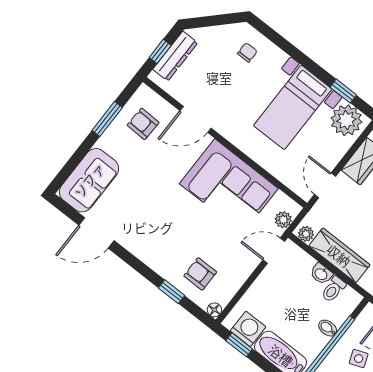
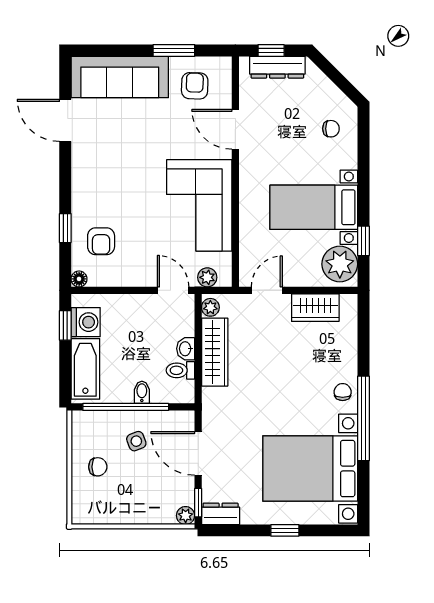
sofa: (89, 180) -> (120, 77), width x1.36
armchair: (200, 274) -> (101, 241), turned 180

